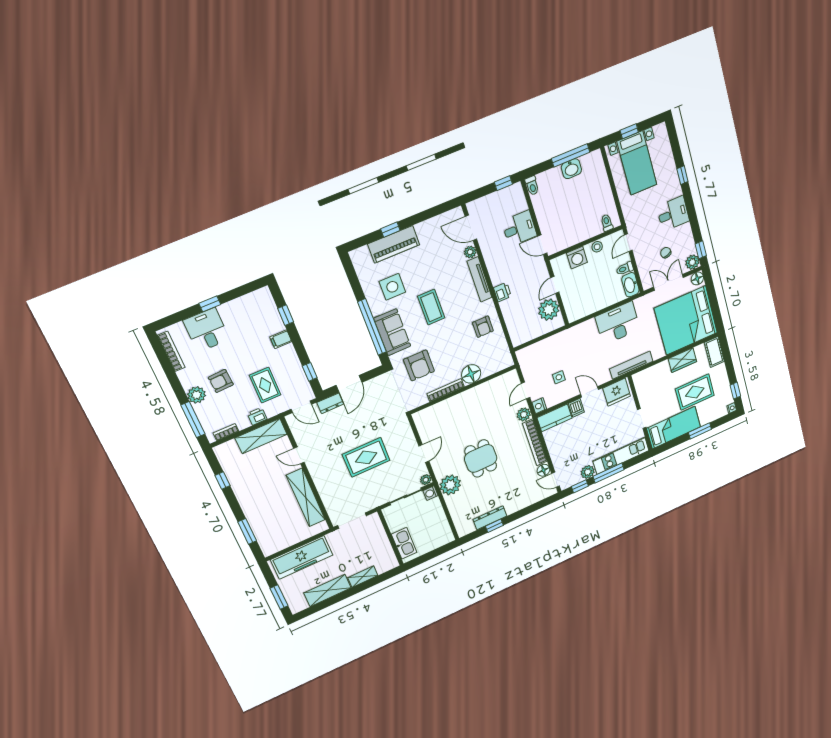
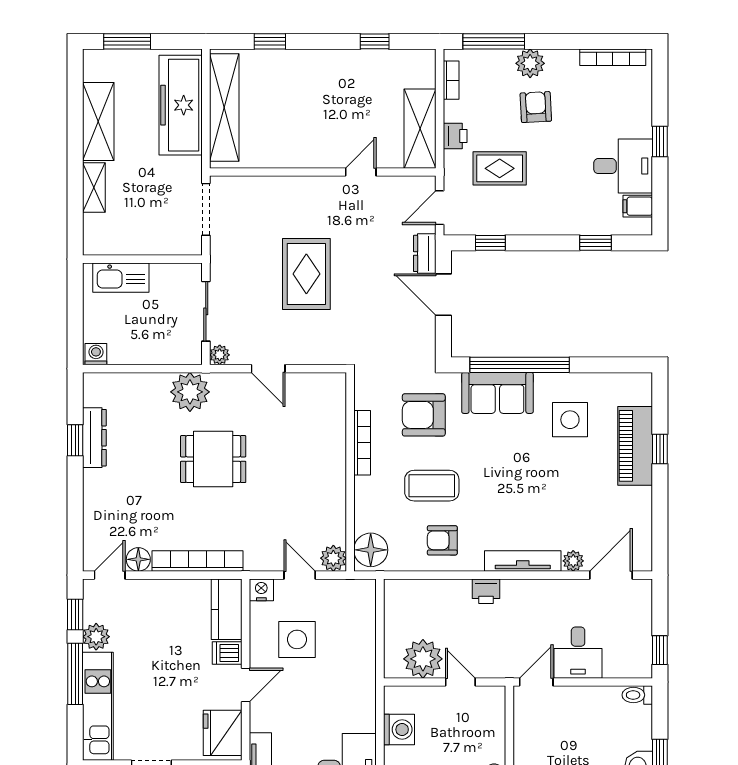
washing machine: (577, 258) -> (399, 729), moved, turned 180
coffee table: (431, 307) -> (432, 486), moved
desk: (207, 330) -> (623, 166), moved
filing cabinet: (281, 339) -> (638, 206), moved, turned -90
floor lamp: (471, 374) -> (371, 550), moved
side table: (559, 377) -> (297, 639), width x1.87, depth x1.87
plant: (524, 414) -> (333, 558), moved
washing machine: (431, 493) -> (96, 354), moved
shelving: (306, 498) -> (224, 108), moved, turned 90
window: (247, 531) -> (270, 41), width x0.67

